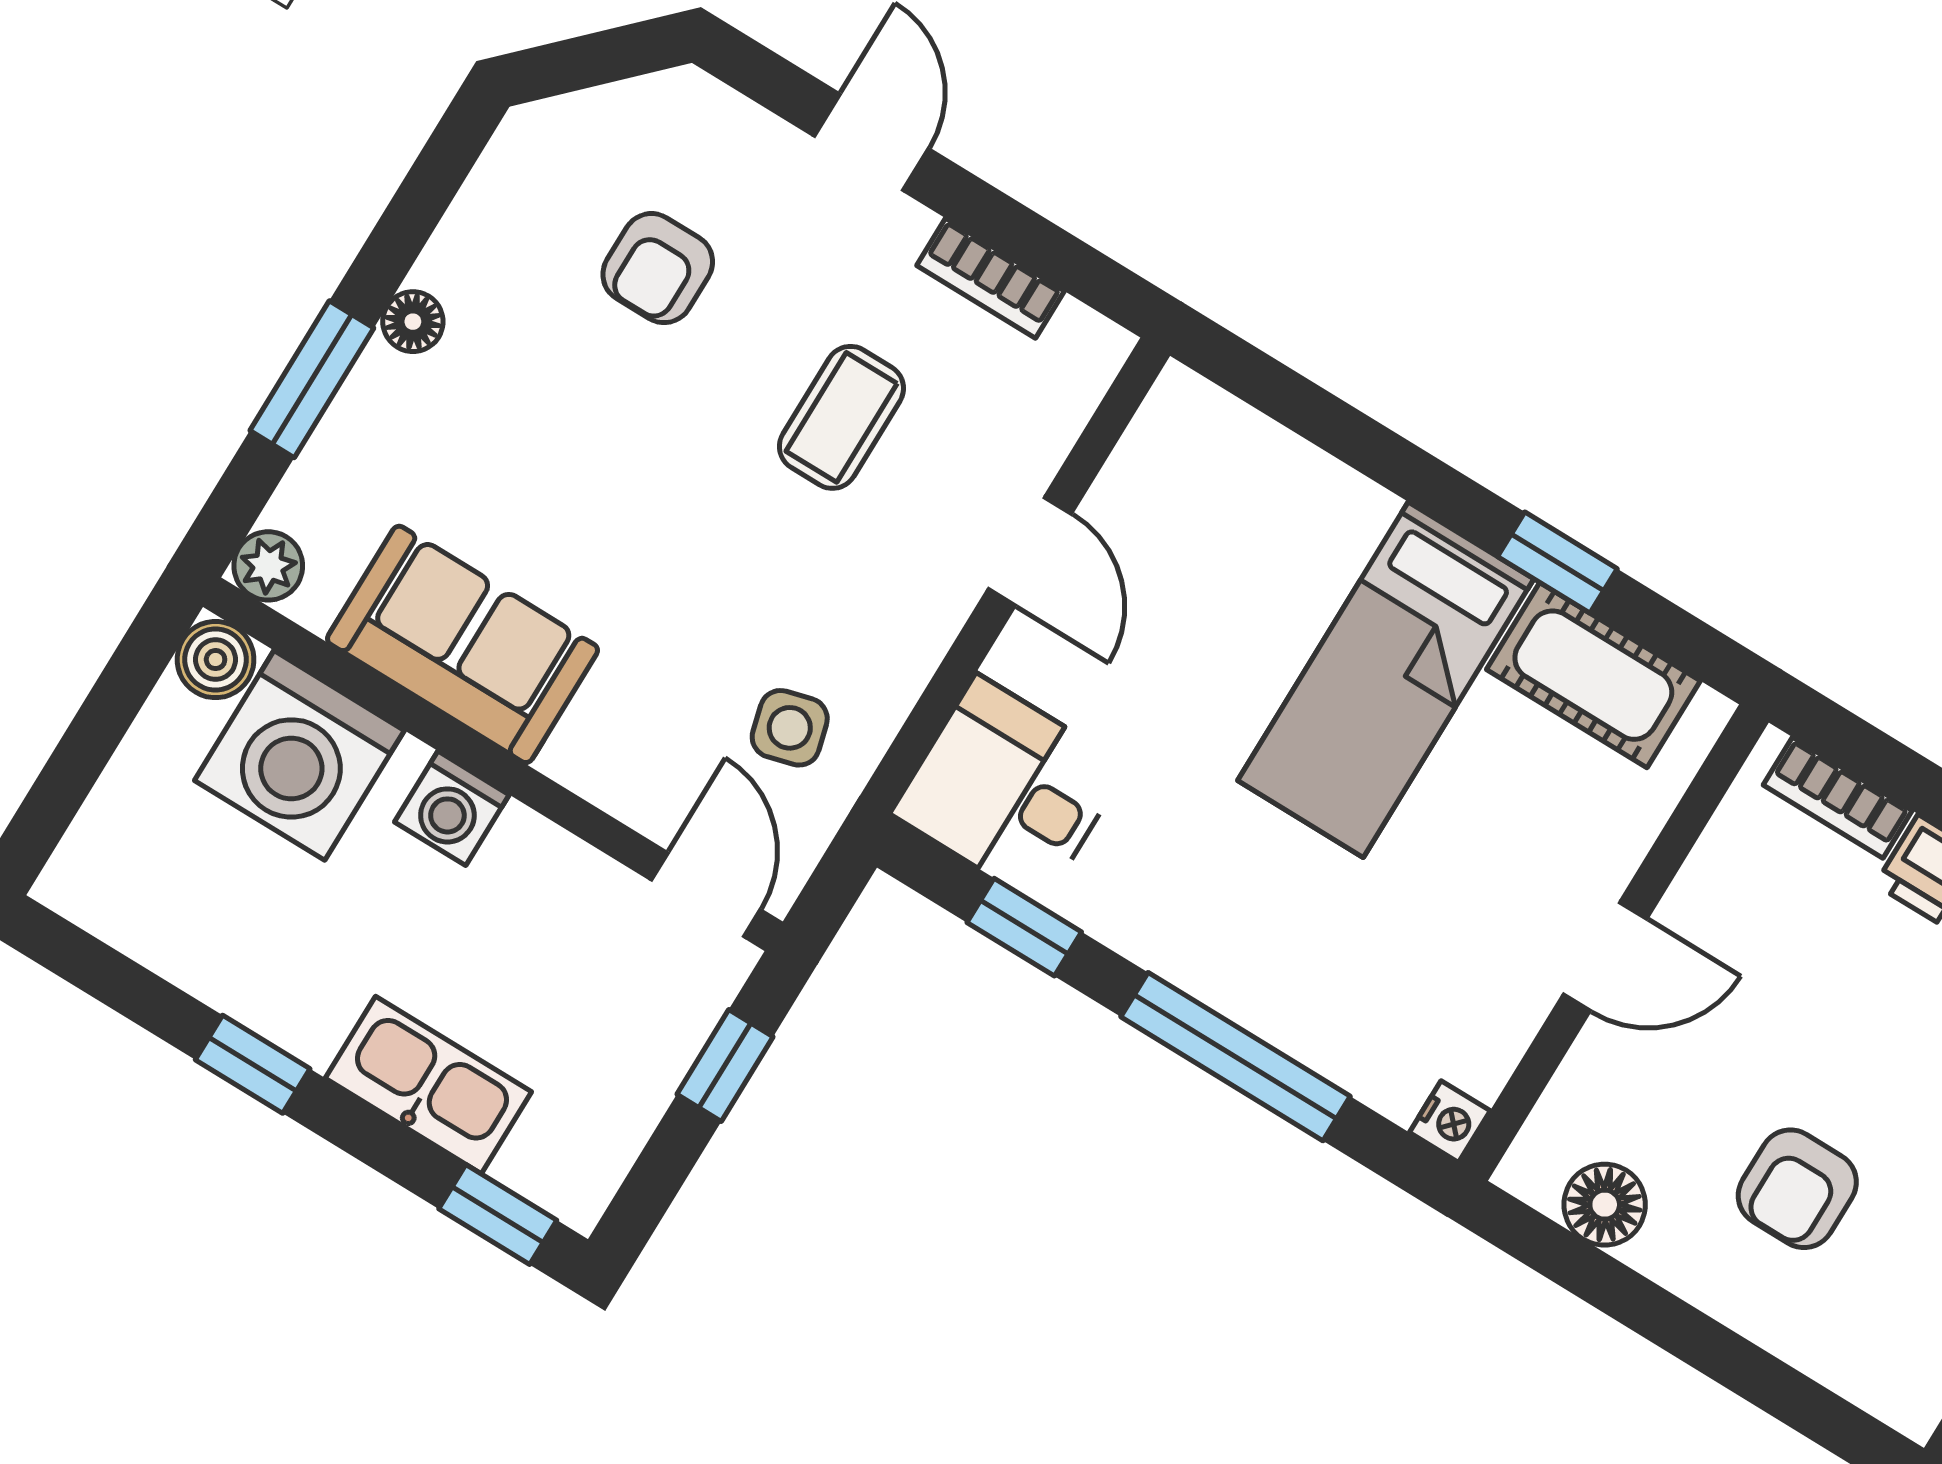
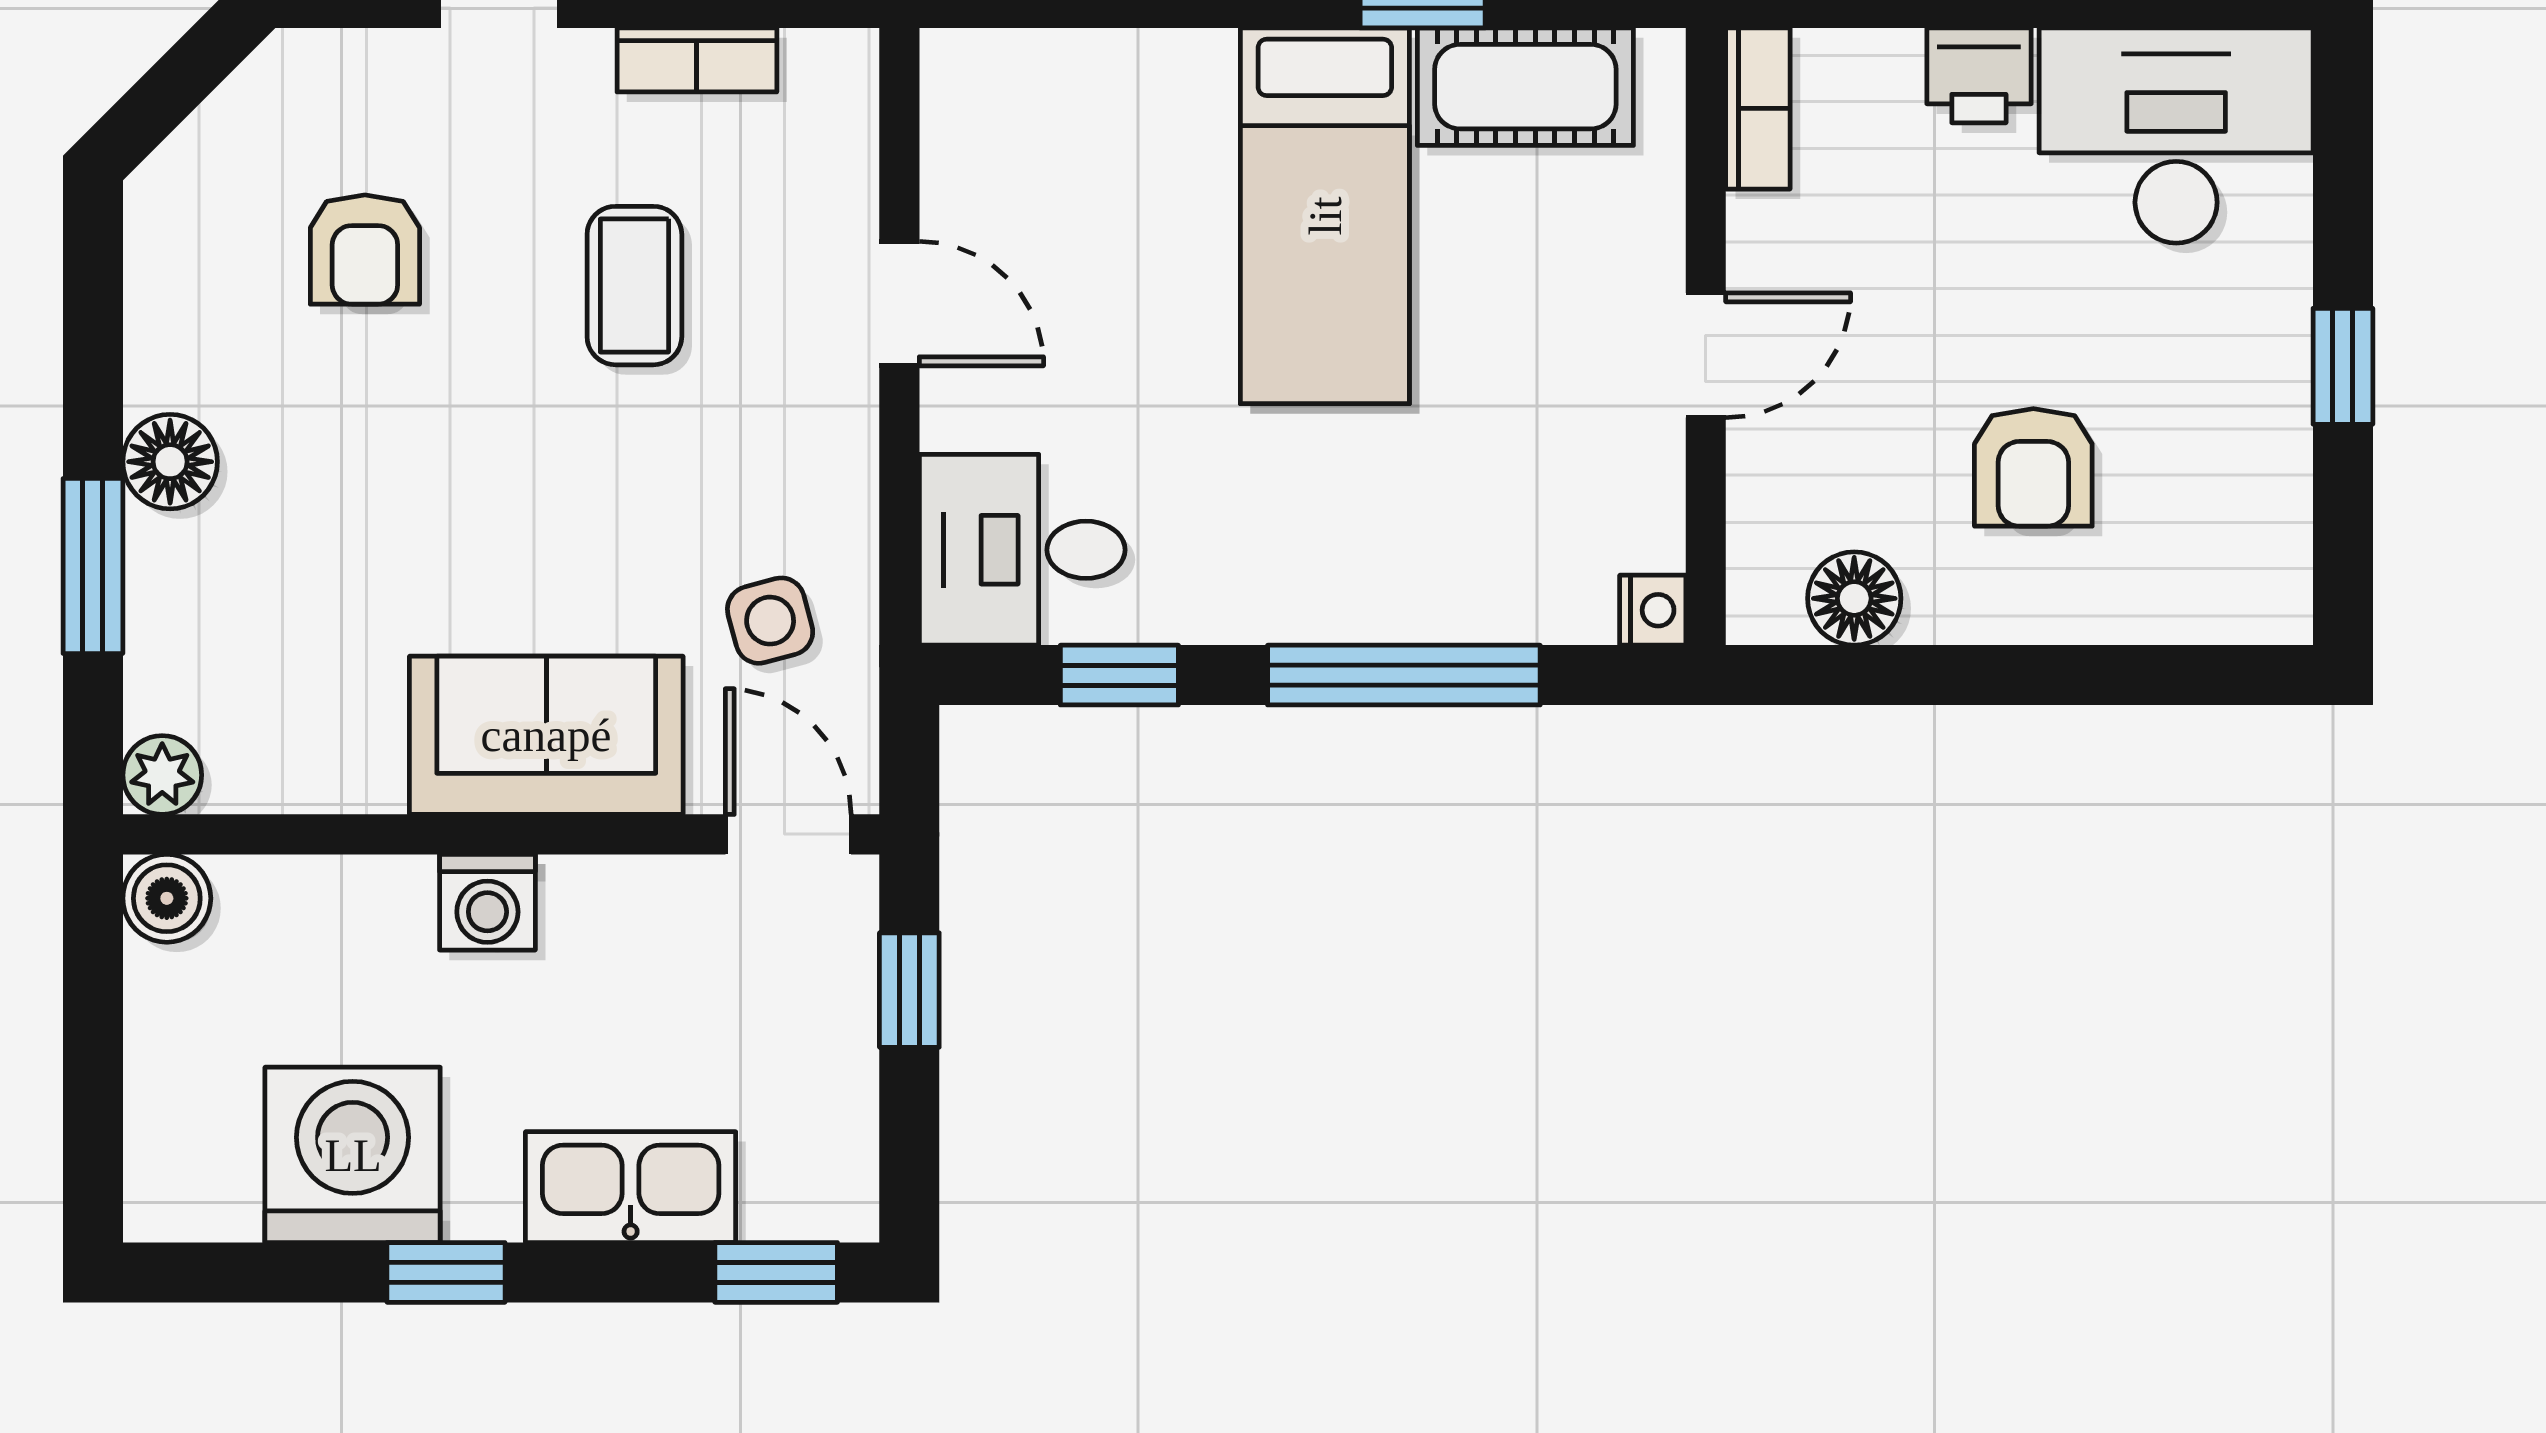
floor lamp: (413, 322) -> (170, 462), width x1.37, depth x1.37
sofa: (462, 644) -> (546, 735), moved
washing machine: (299, 755) -> (353, 1155), moved, turned 180
bookcase: (1838, 798) -> (1758, 108), moved, turned -90

